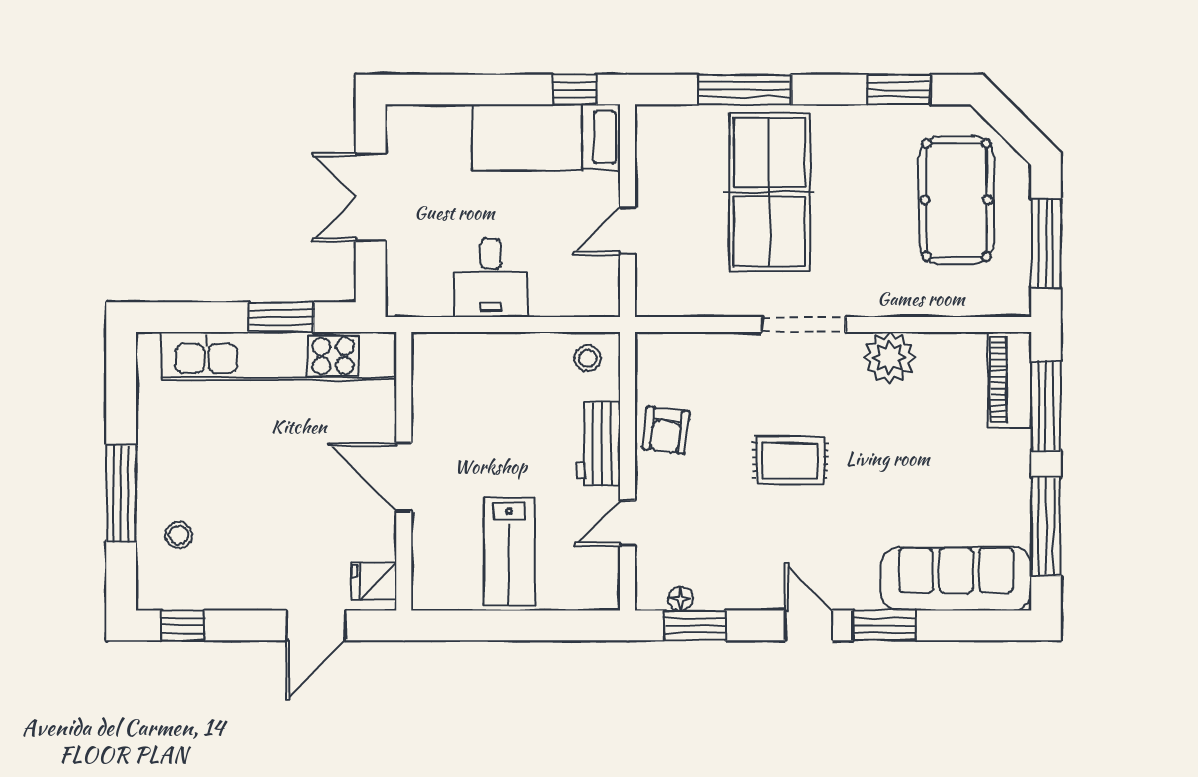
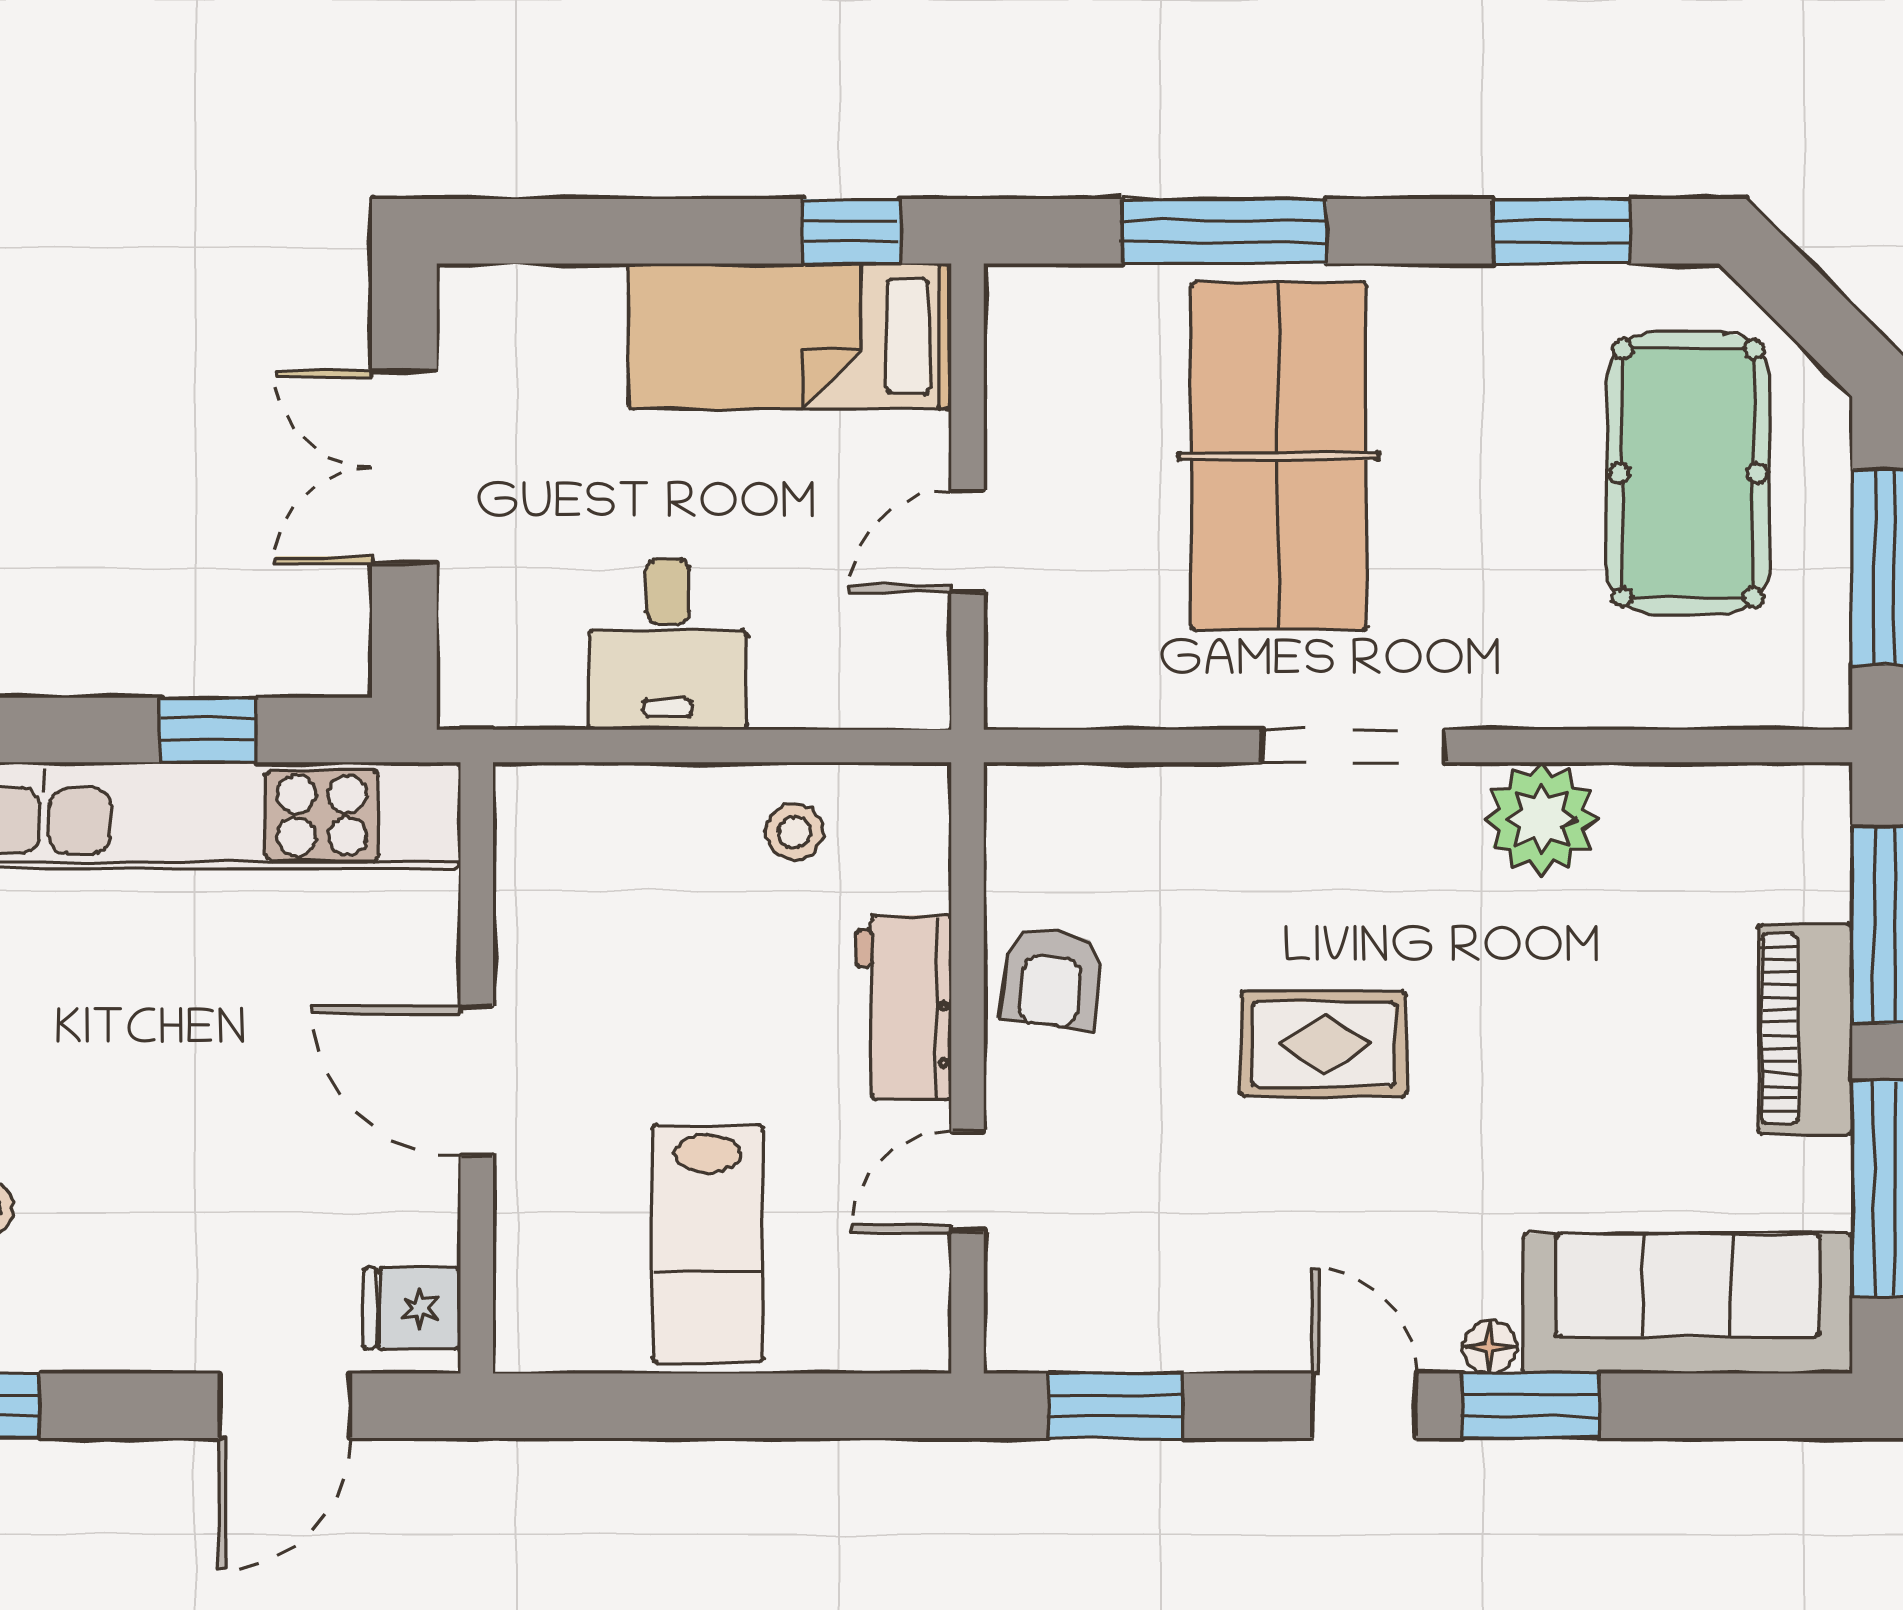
window: (281, 317) -> (208, 730), width x0.67
stool: (588, 358) -> (794, 832), moved
piano: (1010, 380) -> (1805, 1029), moved
floor lamp: (680, 599) -> (1490, 1347), moved

